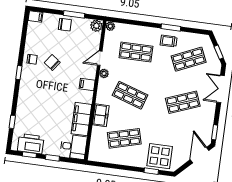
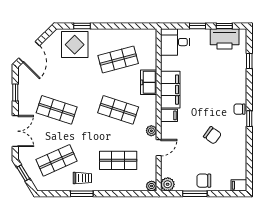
chair: (32, 59) -> (239, 109), moved
shop shelf: (183, 102) -> (57, 110), turned 39
filing cabinet: (81, 119) -> (170, 90), moved
window: (215, 132) -> (15, 92), moved

